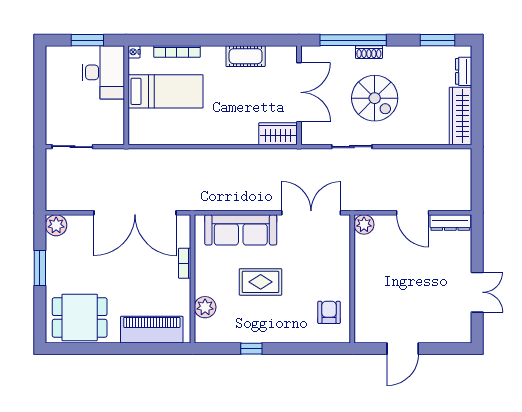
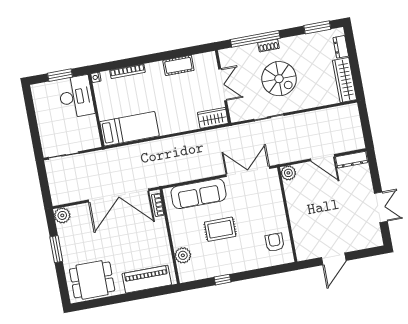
bed: (166, 91) -> (129, 129), moved
double door: (299, 92) -> (223, 85), width x0.73
bookcase: (185, 263) -> (158, 205), moved

